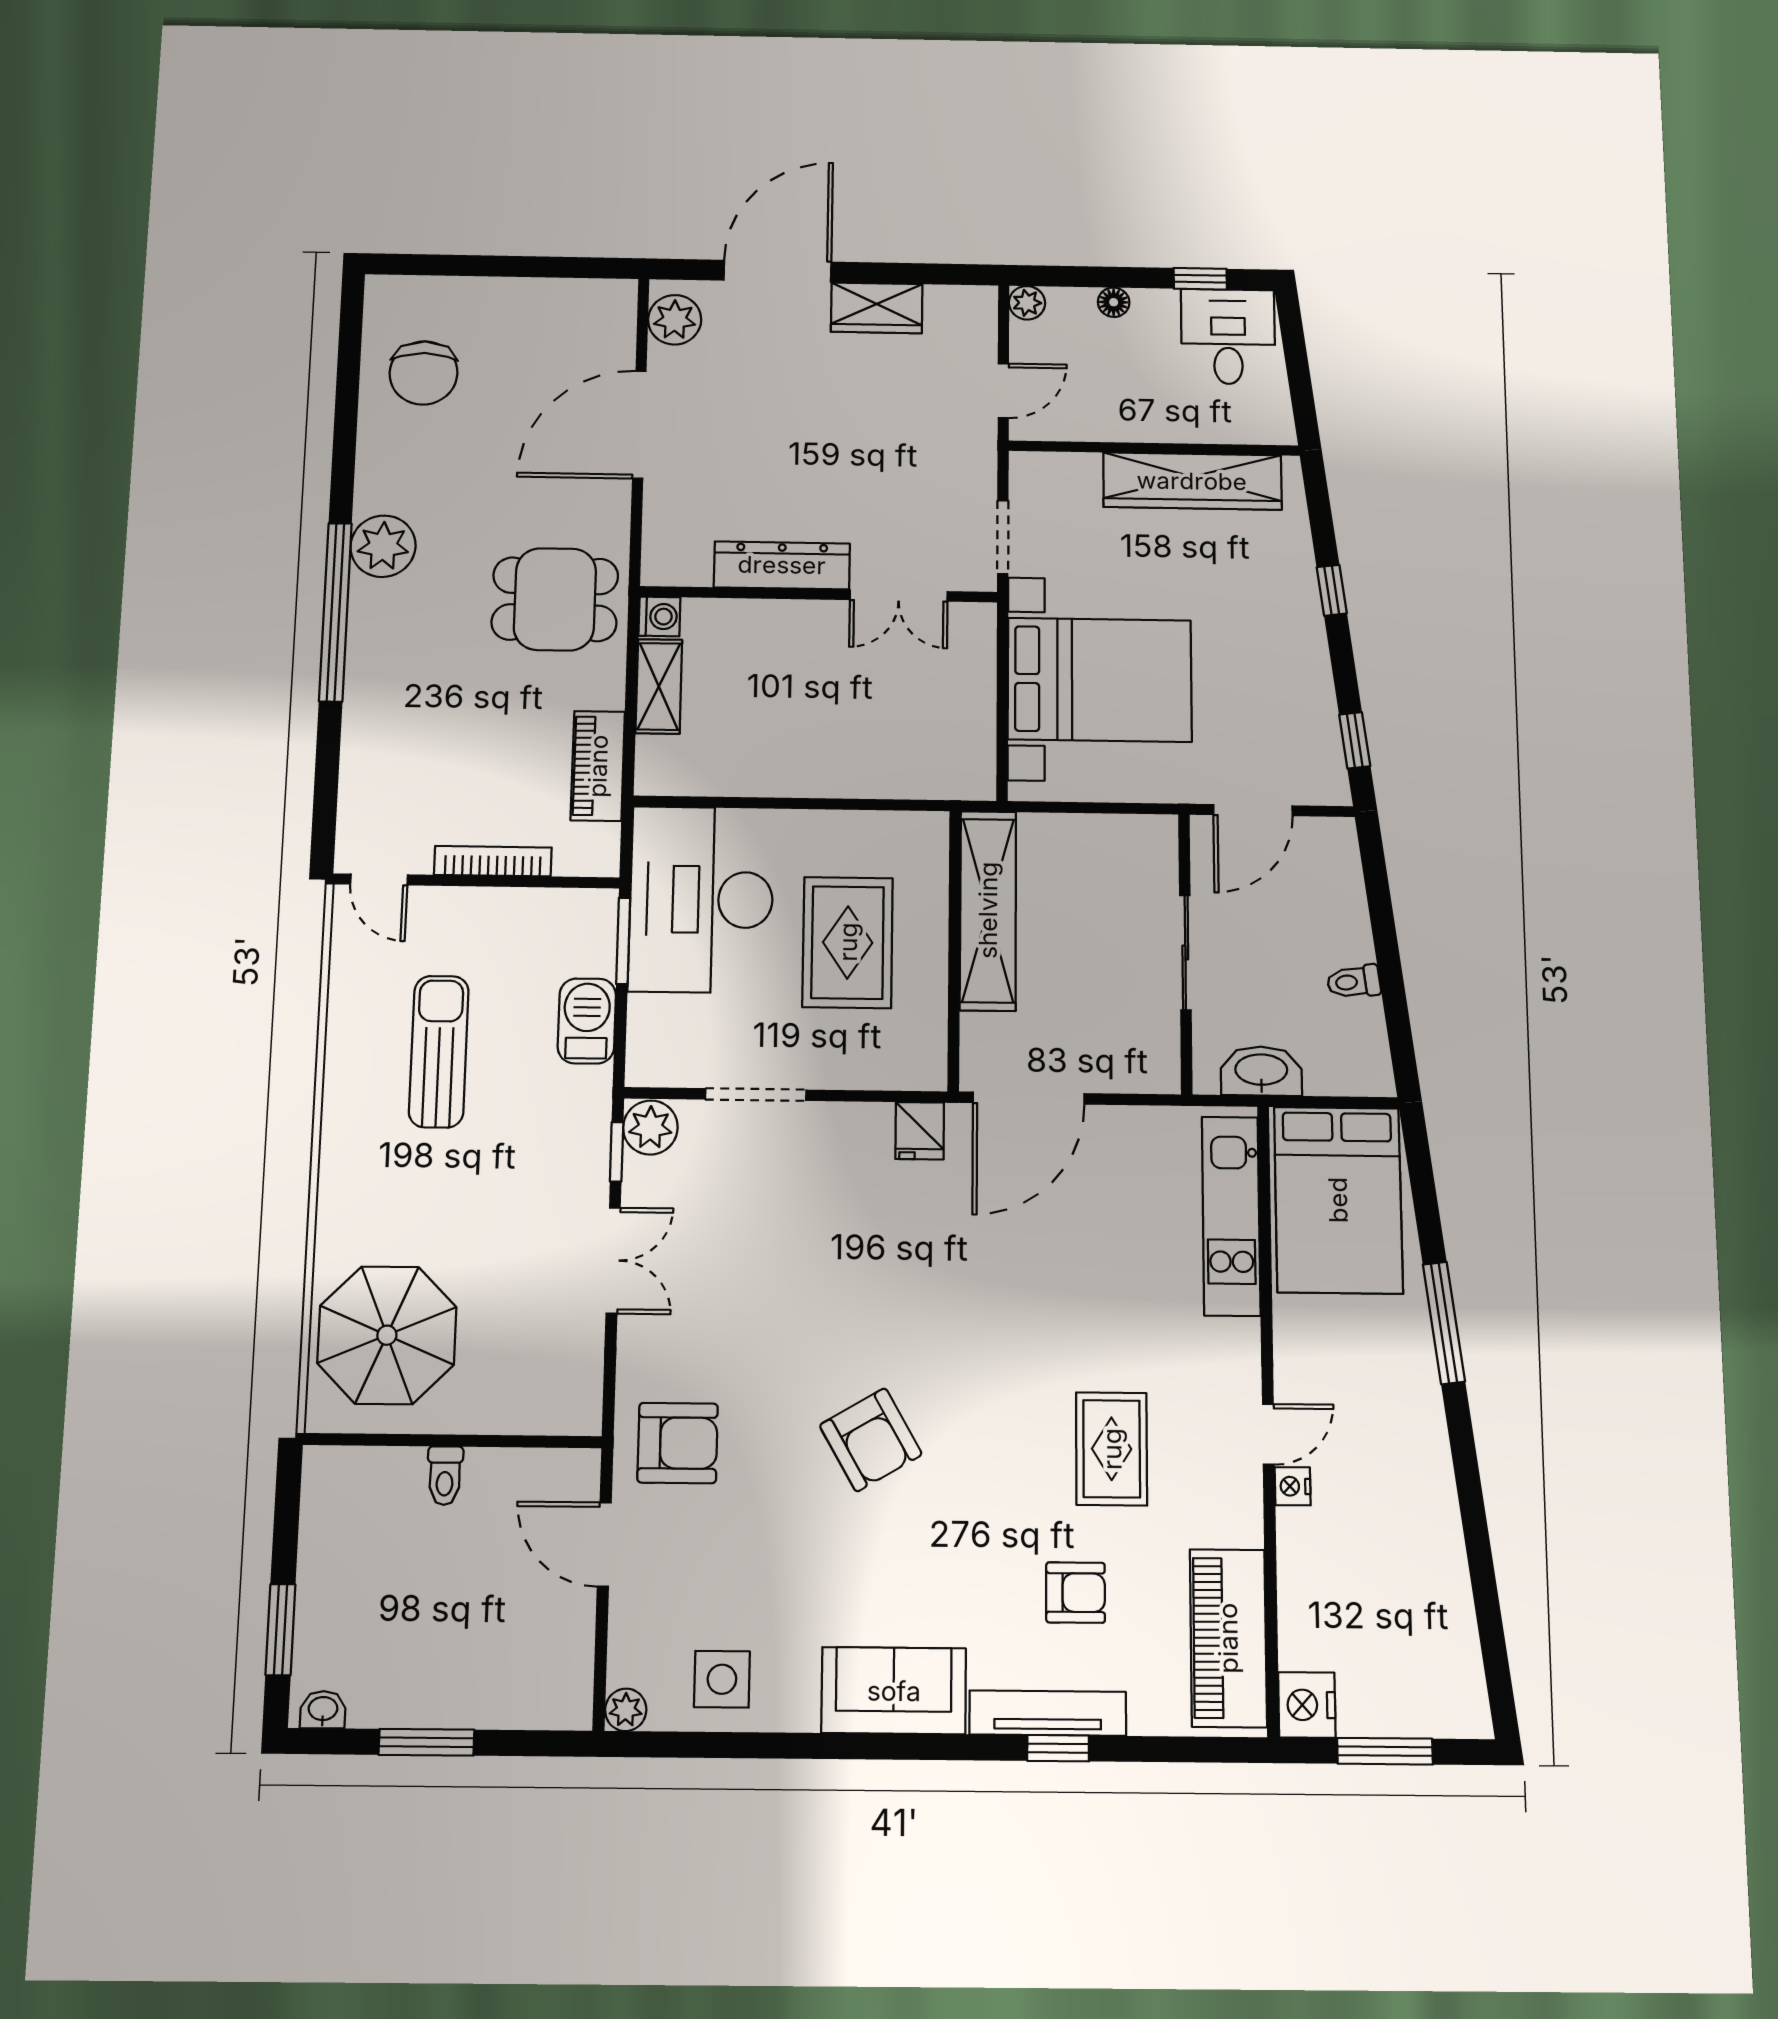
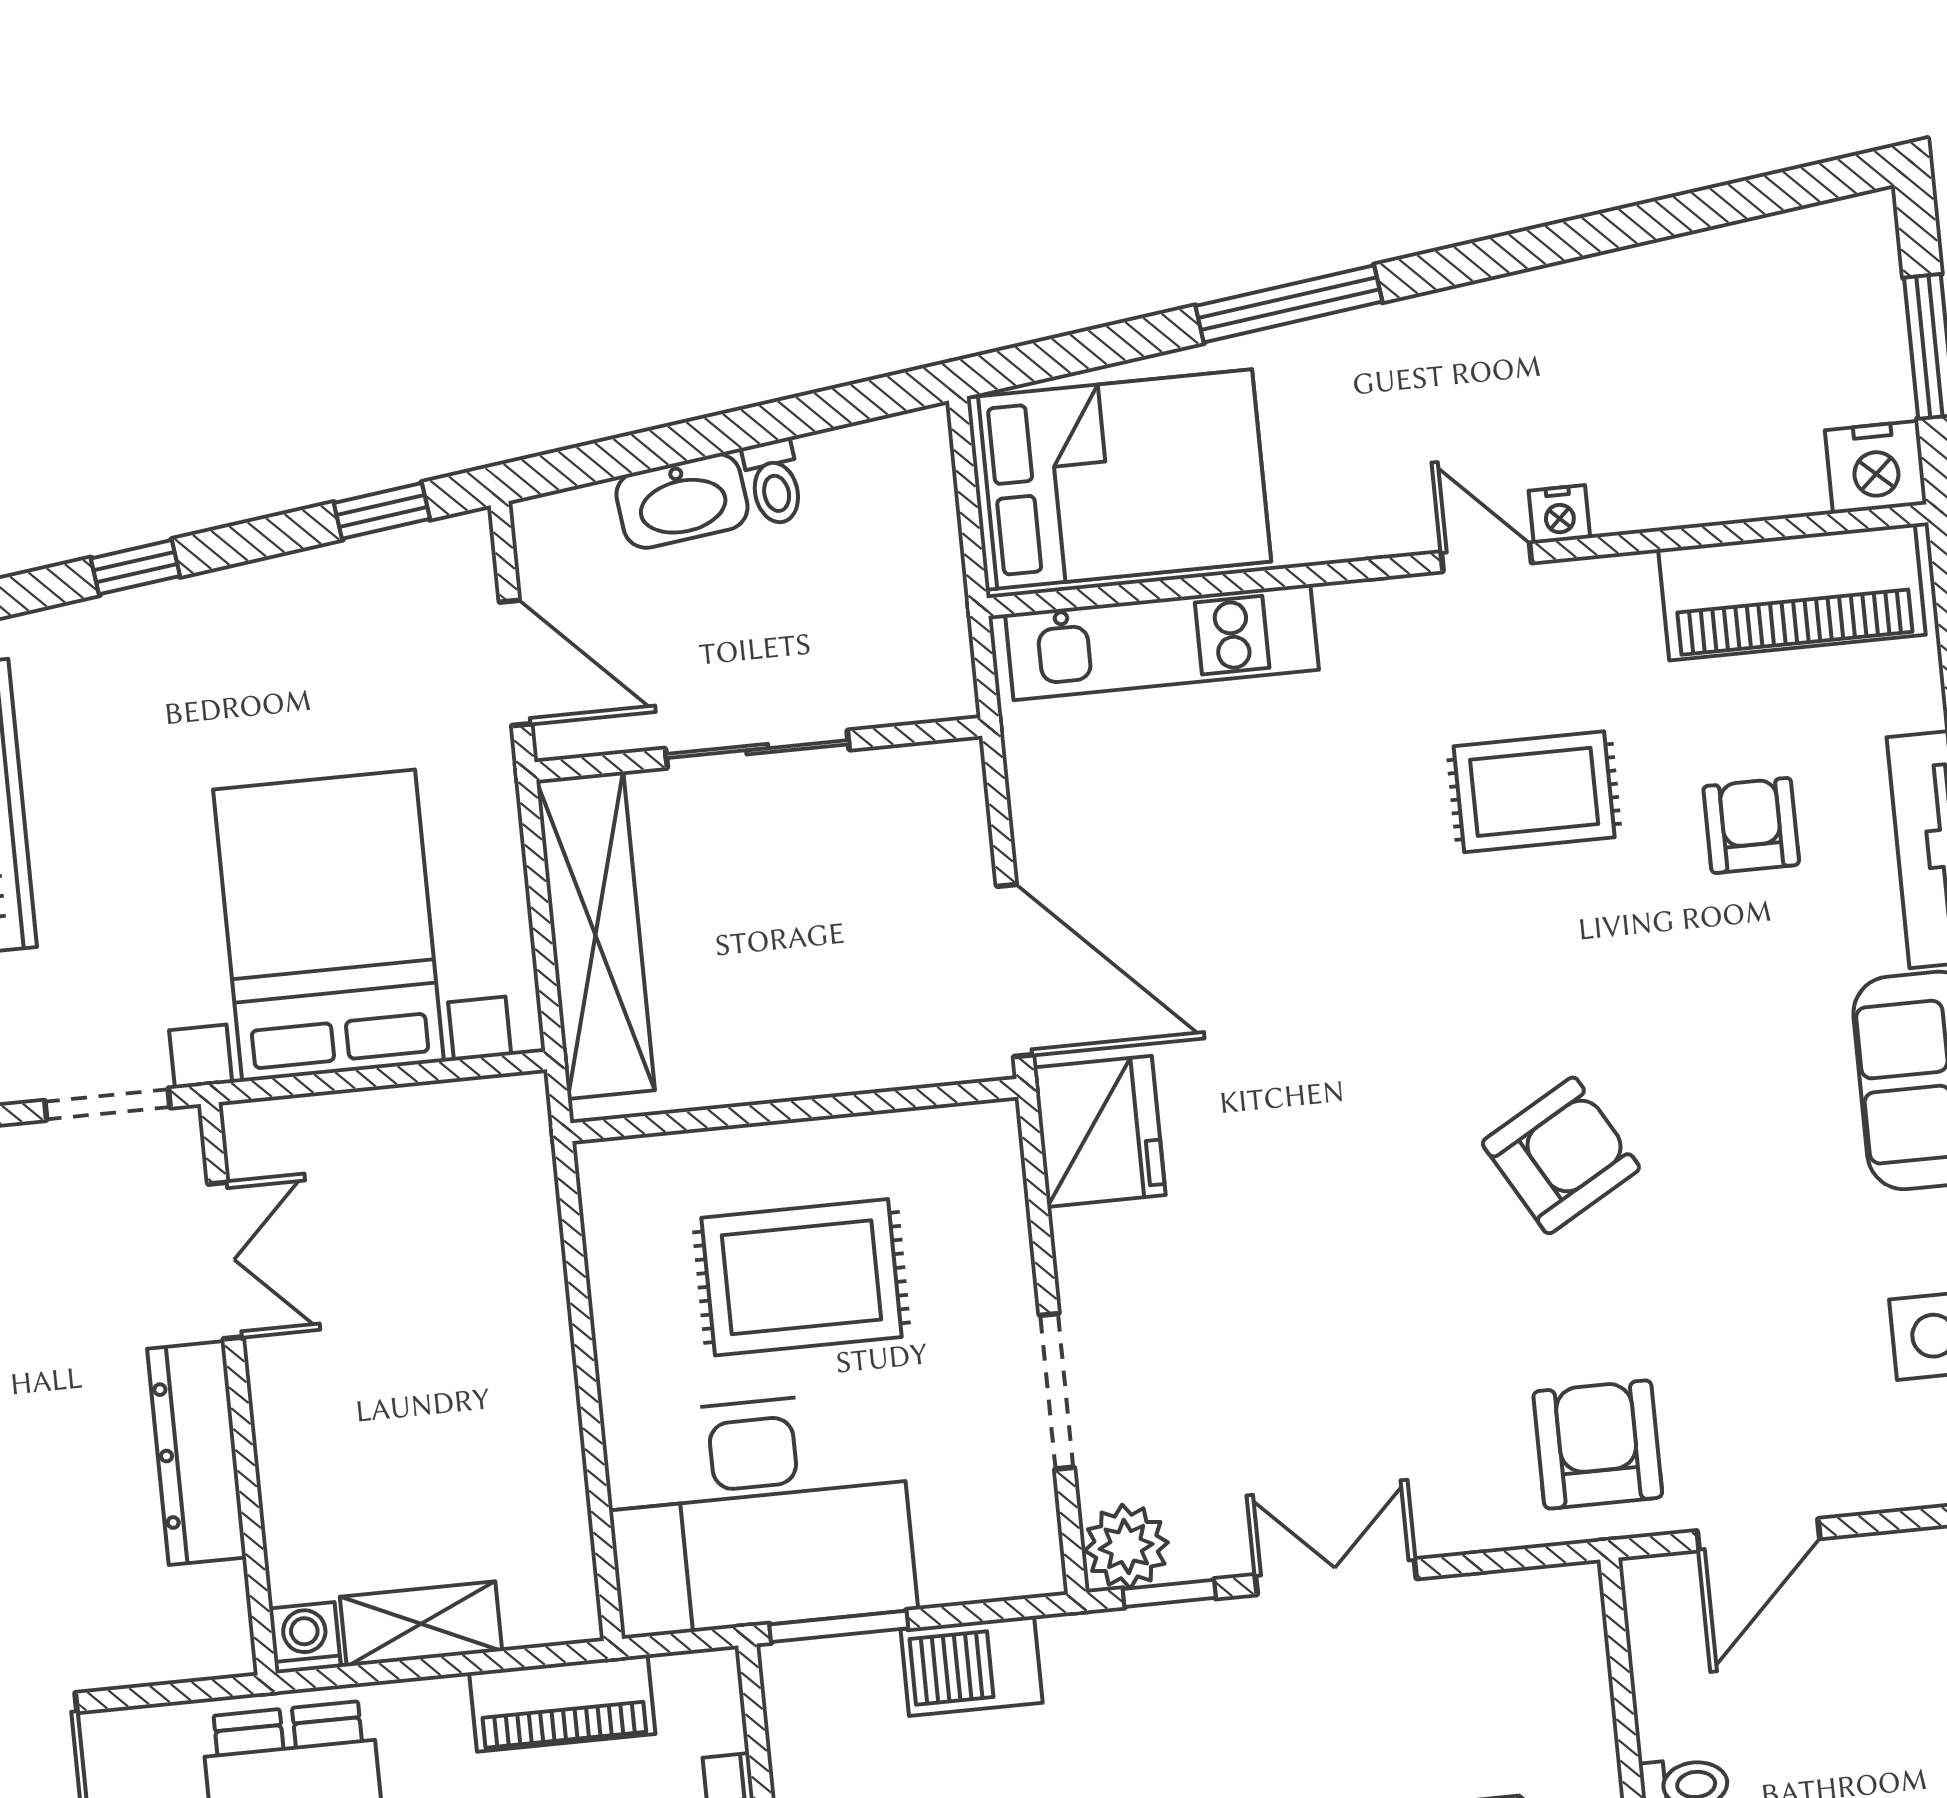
shelving: (988, 910) -> (595, 935), moved, turned 90
washbasin: (1261, 1071) -> (682, 501), moved, turned -97
fridge: (920, 1131) -> (1099, 1131), width x1.88, depth x1.34

